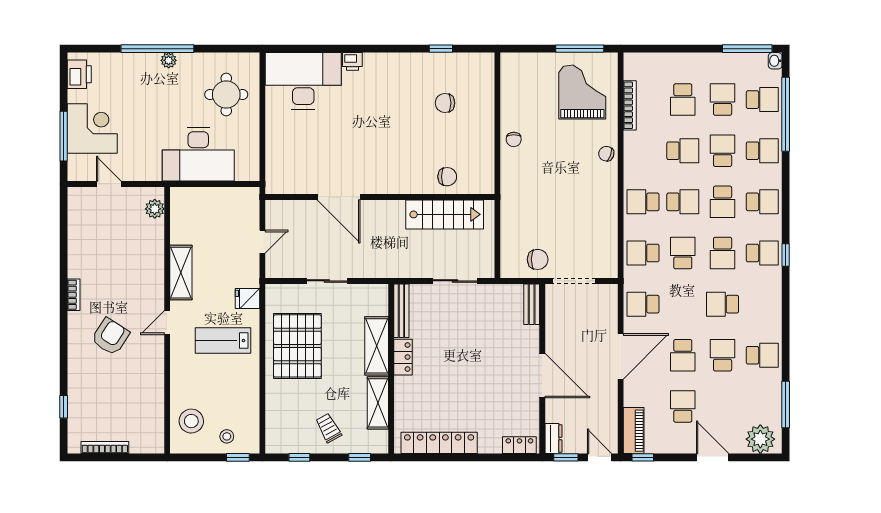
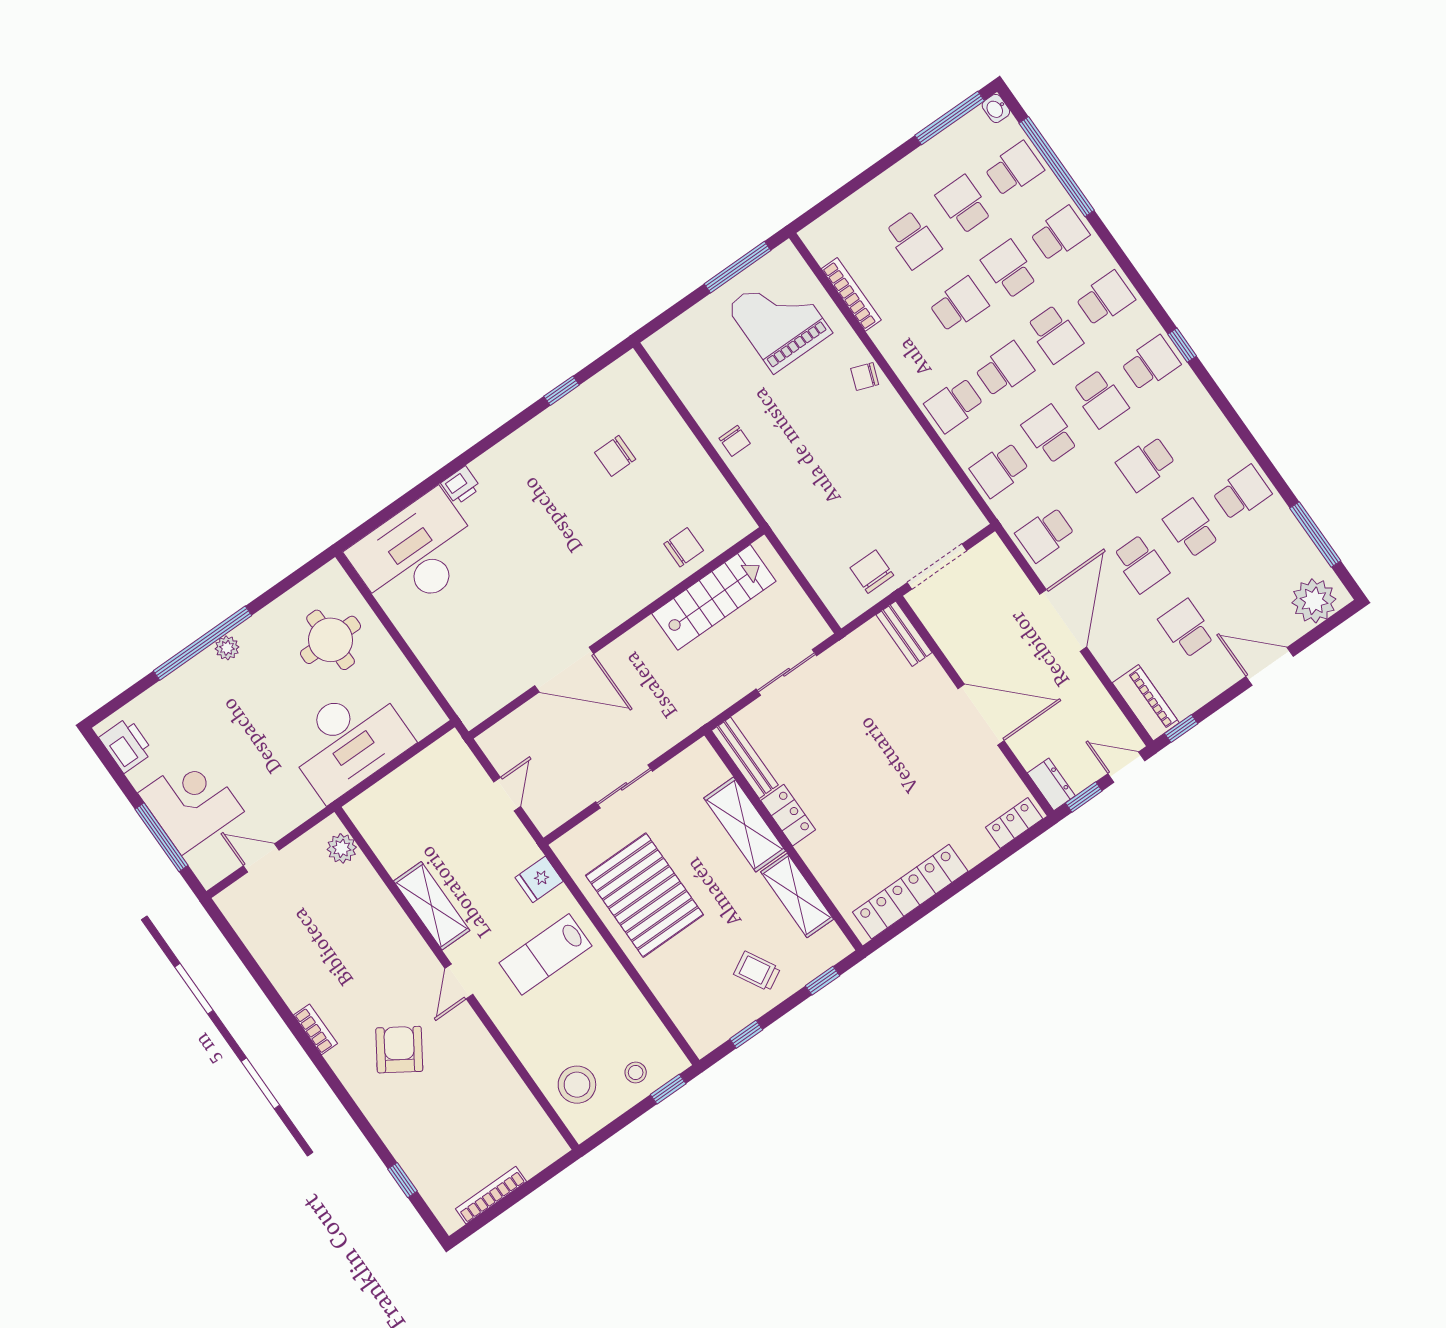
chair: (538, 259) -> (872, 572), turned -90

